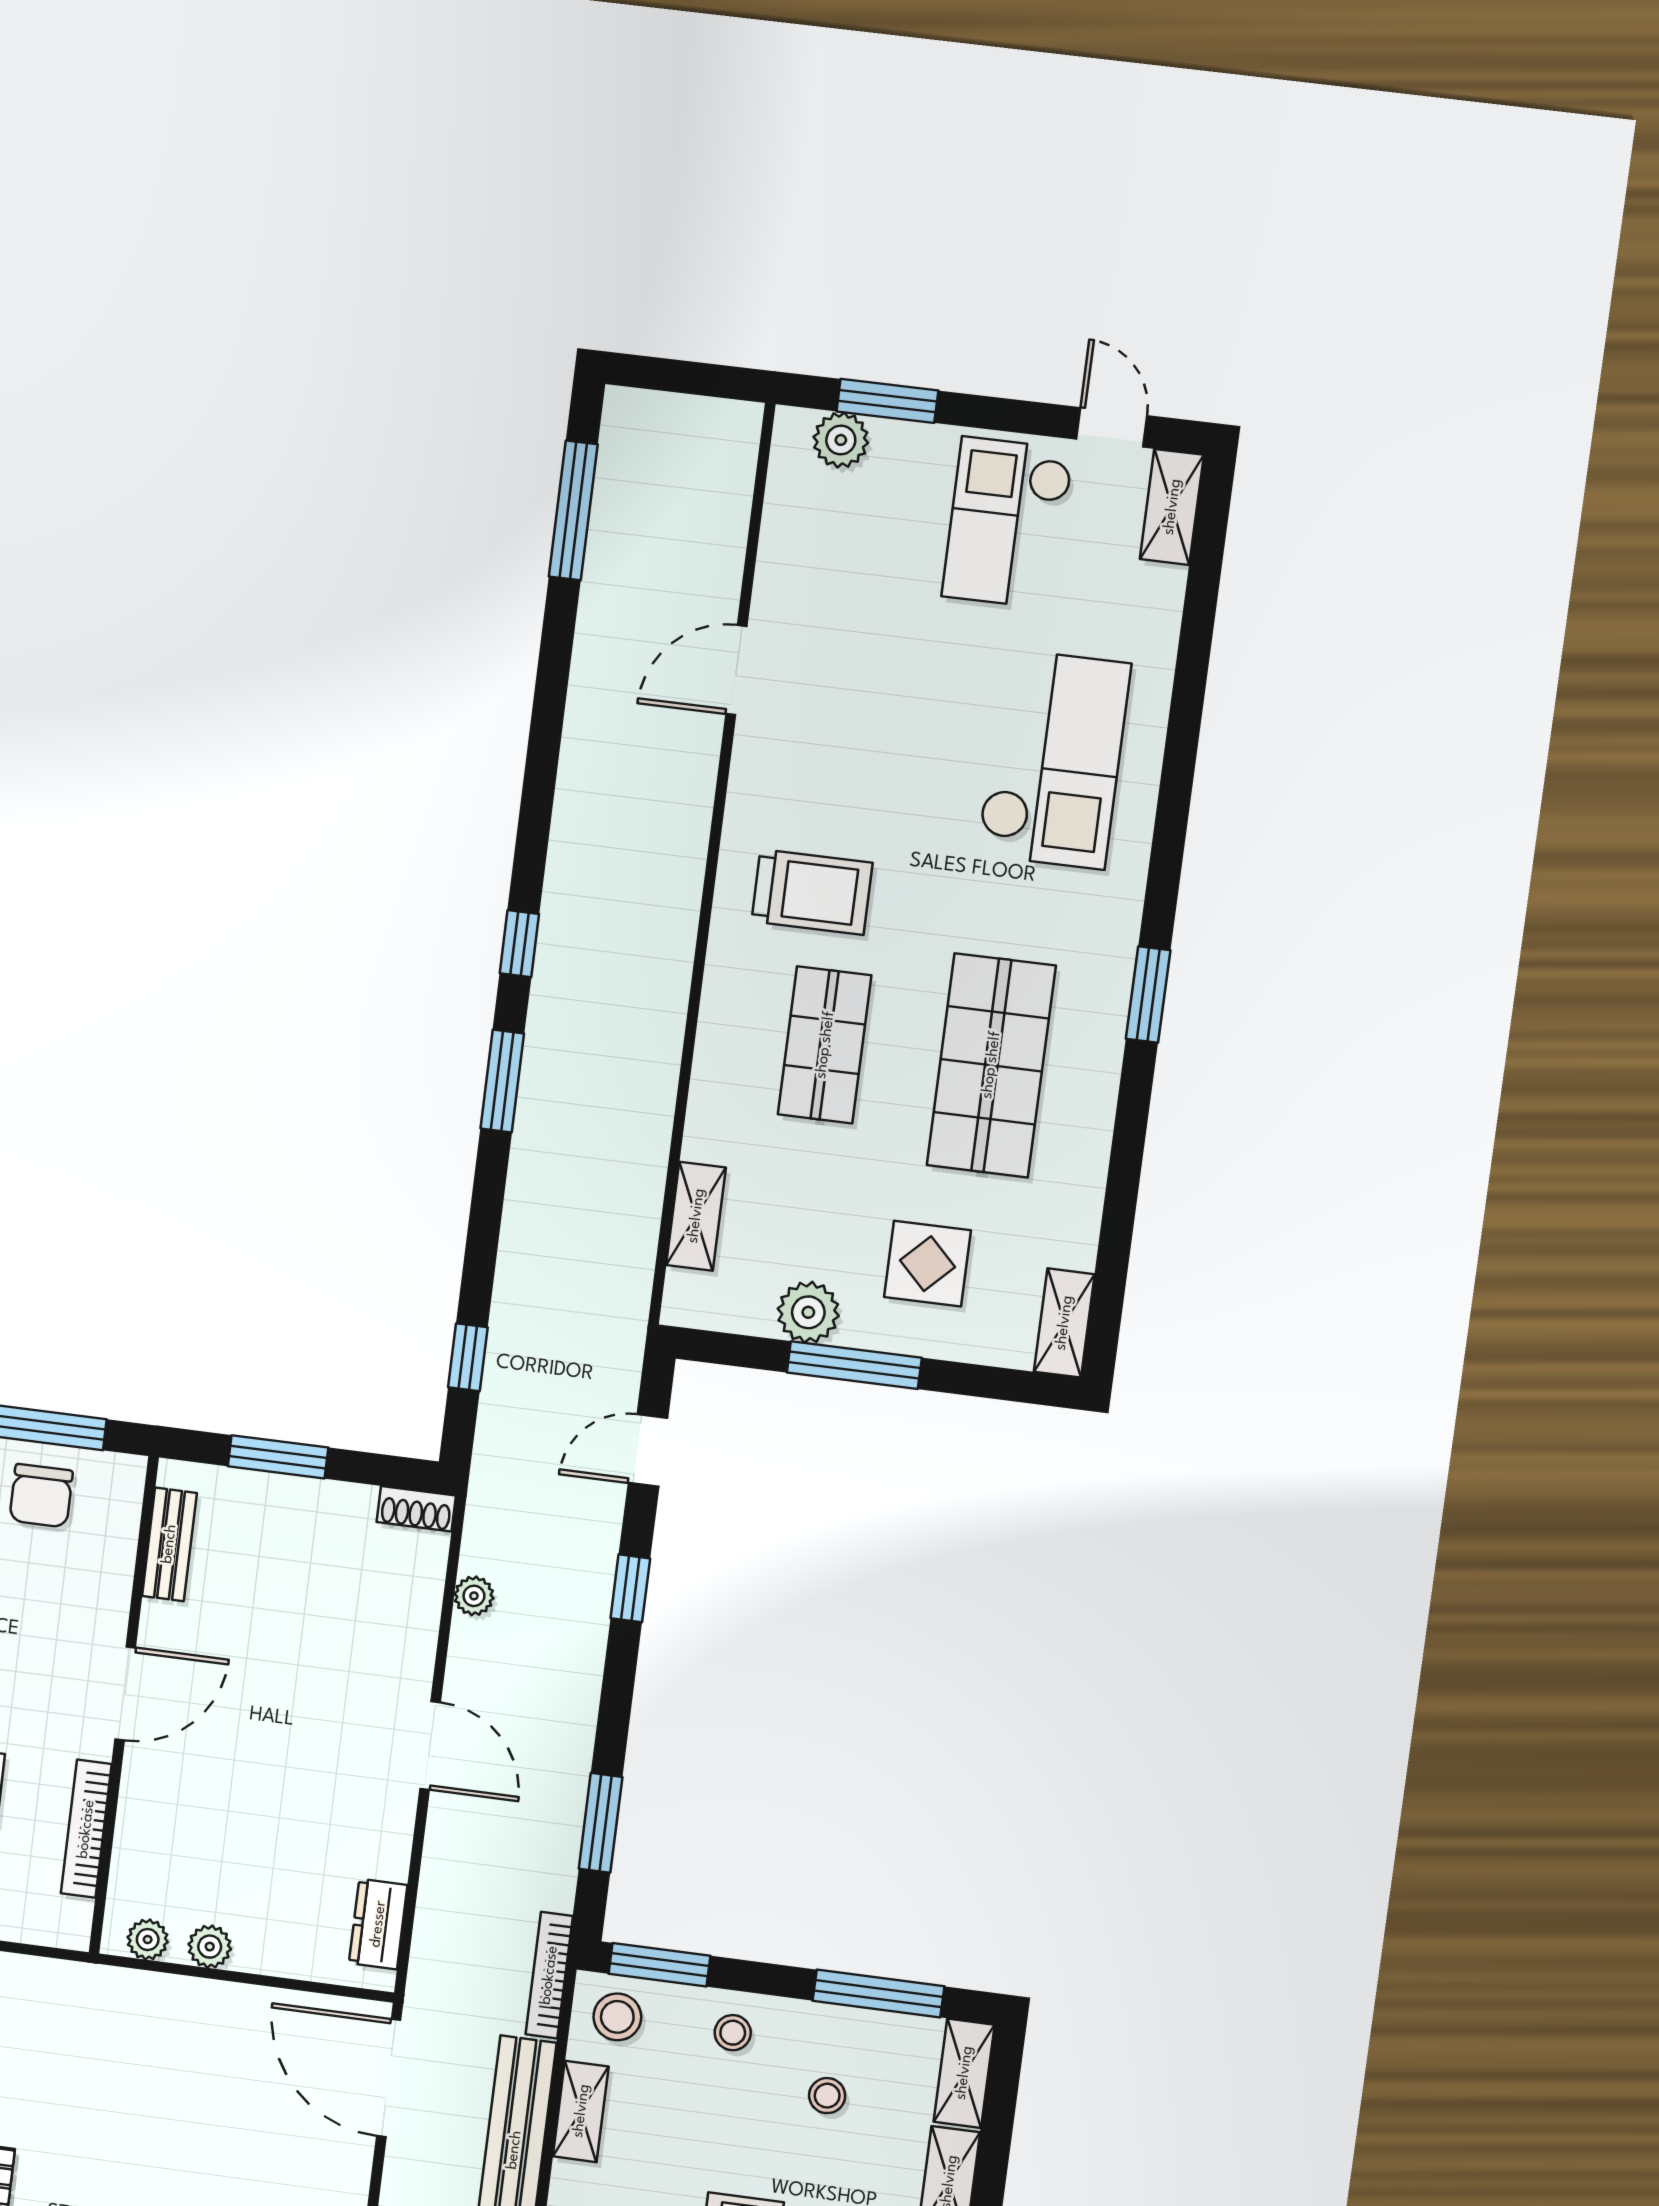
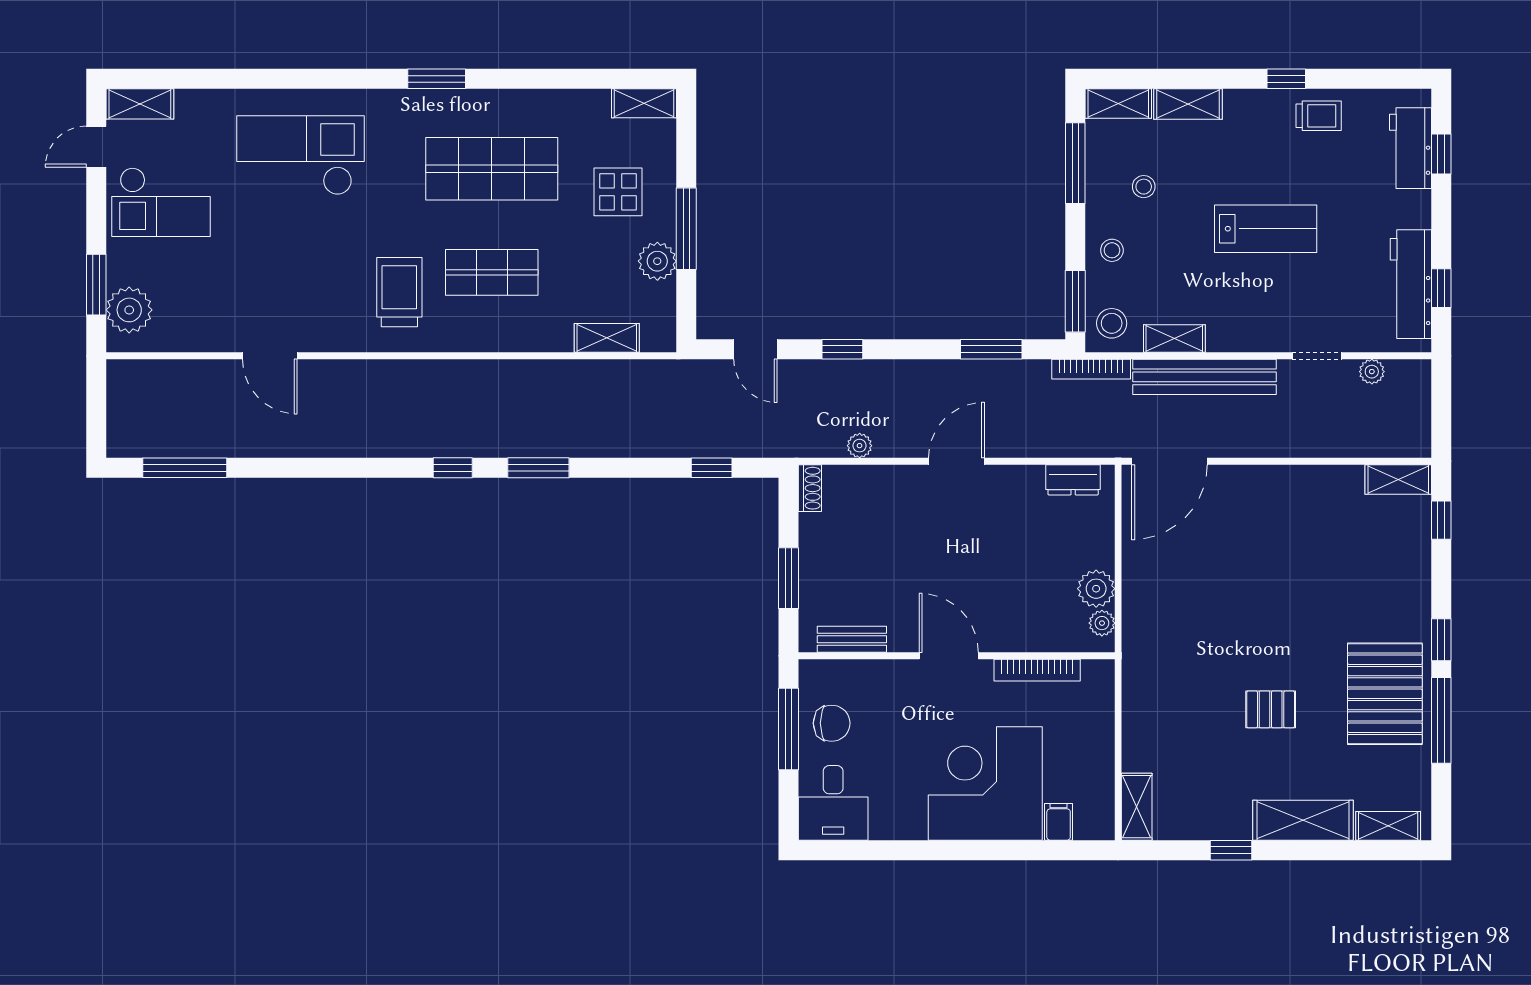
plant: (841, 440) -> (129, 310), width x1.36, depth x1.36
plant: (210, 1947) -> (1096, 589), width x1.38, depth x1.38

